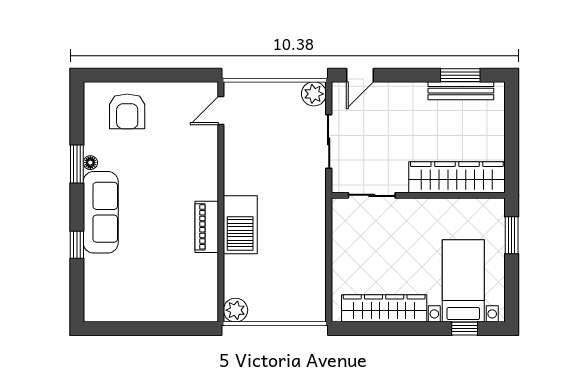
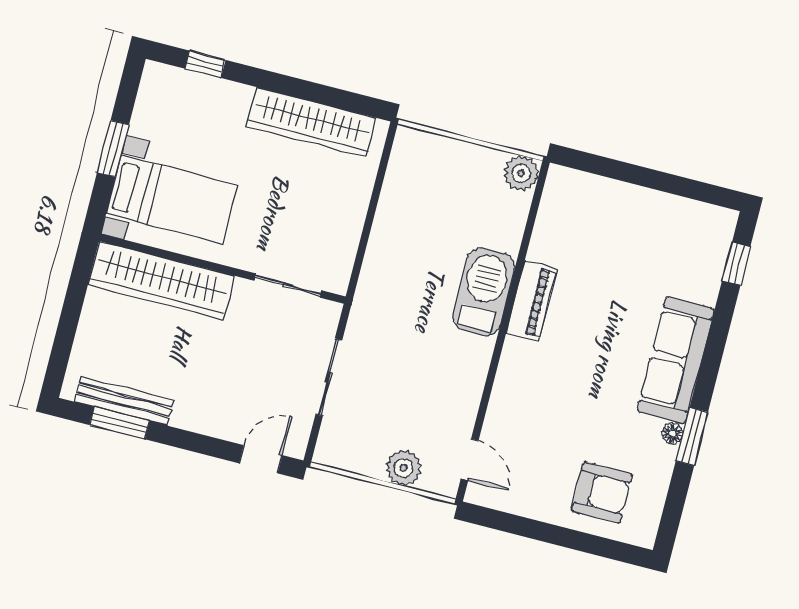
plant: (314, 94) -> (404, 468), moved
door: (221, 110) -> (470, 460), hinge flipped
armchair: (127, 111) -> (602, 492), turned 90
window: (512, 235) -> (113, 149), moved
window: (77, 245) -> (736, 264), moved
bed with nightstands: (463, 281) -> (172, 199), moved, turned -90

